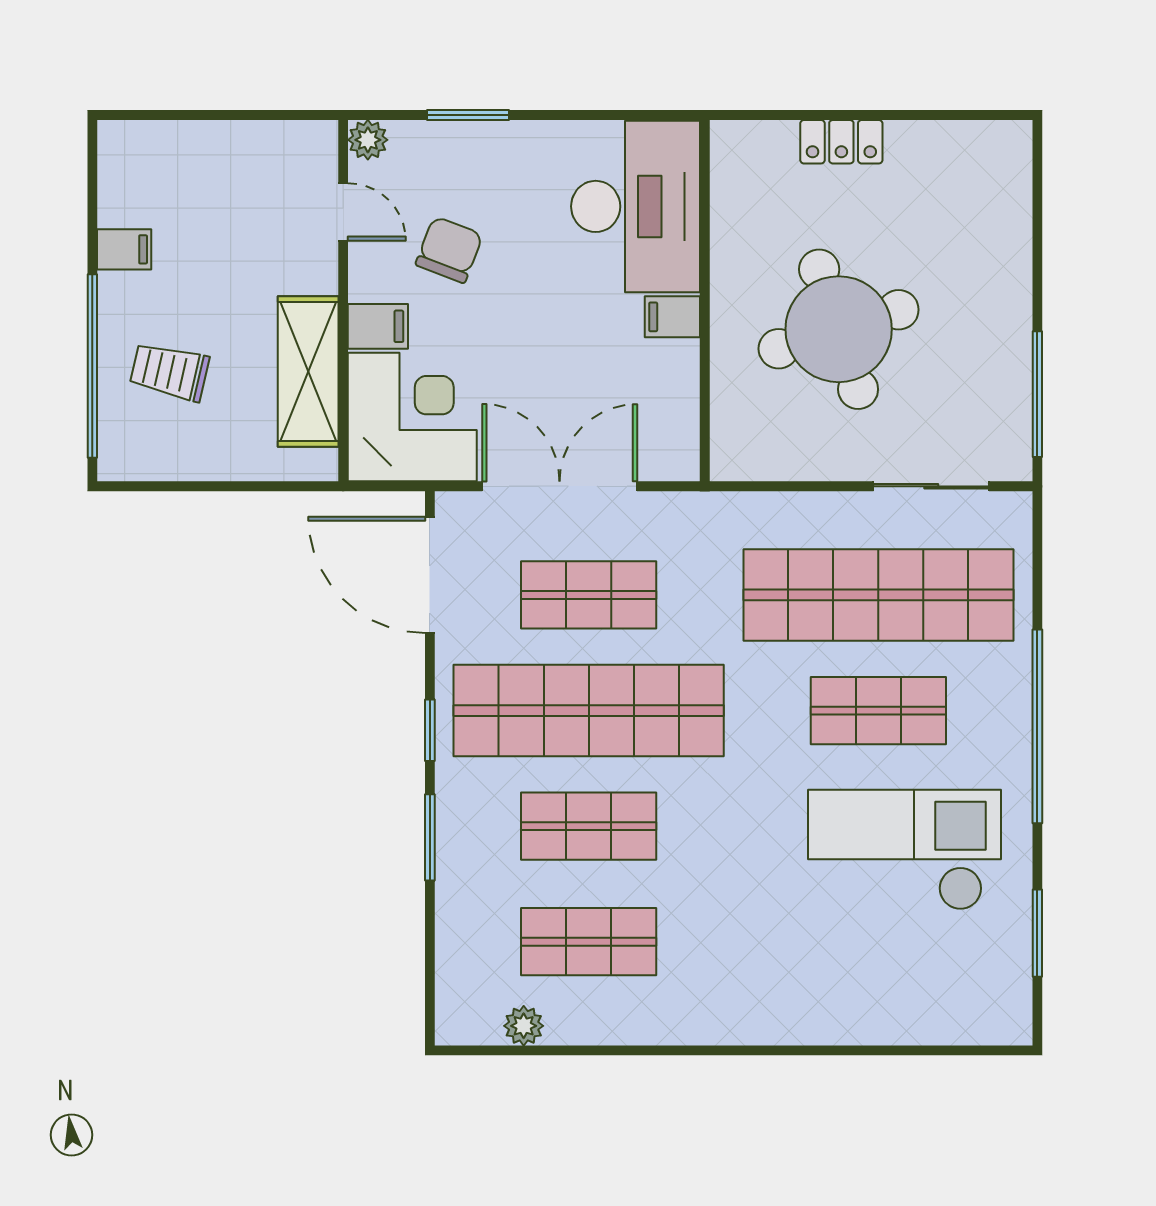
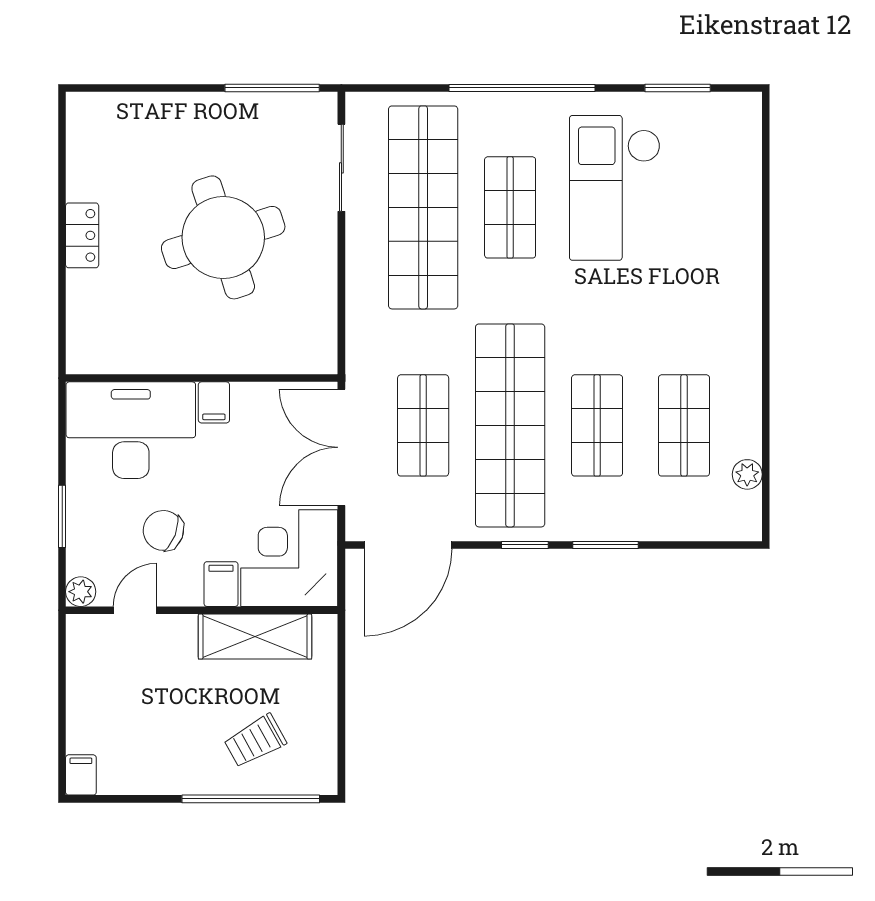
desk: (636, 206) -> (131, 430), moved
filing cabinet: (124, 249) -> (81, 775), moved
wall: (705, 301) -> (202, 378), moved
filing cabinet: (672, 317) -> (214, 402), moved
trolley: (169, 372) -> (255, 741), turned 48

